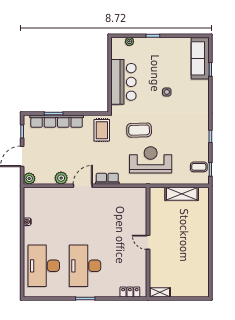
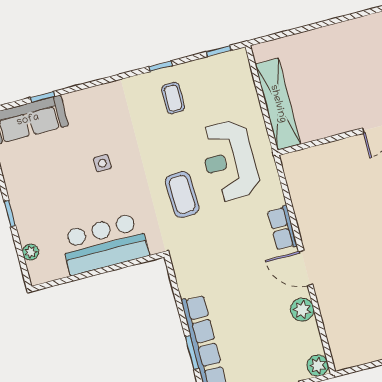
rug: (102, 130) -> (200, 260), removed
coffee table: (199, 167) -> (173, 98), moved
shelving: (182, 194) -> (278, 104), width x1.47

